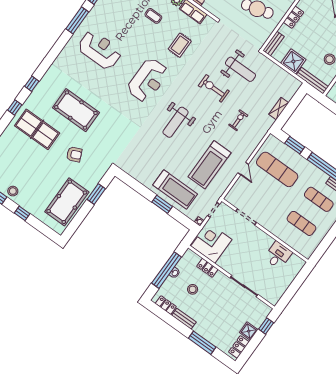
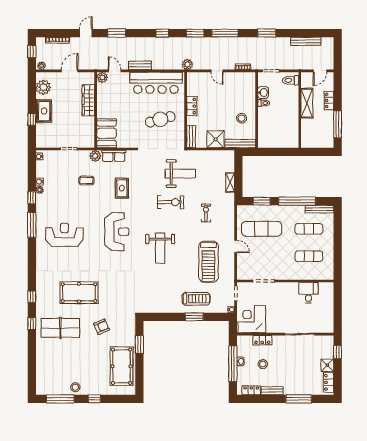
exercise bike: (214, 88) -> (171, 202), turned 180
treadmill: (175, 190) -> (196, 299), width x0.73, depth x0.73

